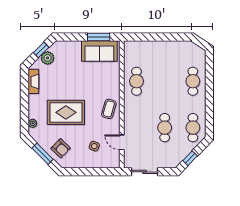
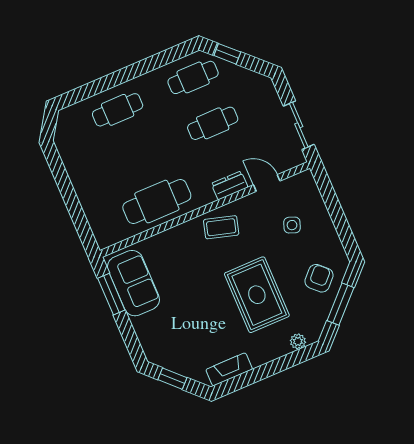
plant: (48, 58) -> (181, 363), removed
cafe table: (136, 81) -> (157, 202), width x1.37, depth x1.35
dresser: (129, 123) -> (230, 185), added
door: (122, 142) -> (267, 183), swing flipped
window: (190, 158) -> (227, 54), moved

